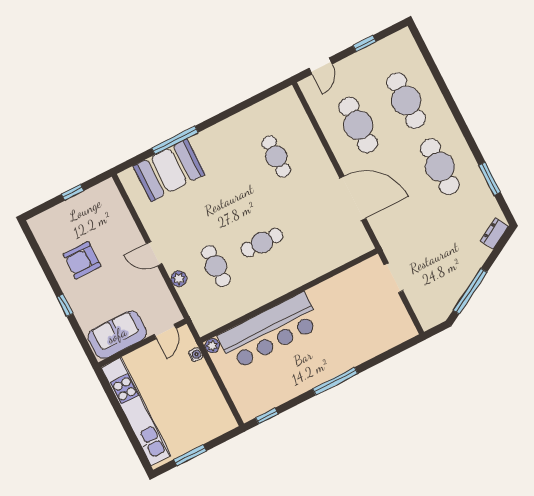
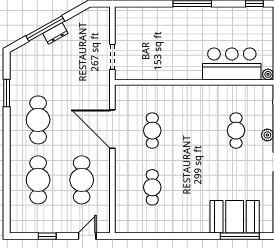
window: (175, 140) -> (240, 236), moved
dresser: (495, 234) -> (55, 33), moved
cafe table: (262, 242) -> (152, 131), moved, turned 90
window: (470, 291) -> (45, 29), moved
bar counter: (269, 331) -> (232, 64), width x0.73

